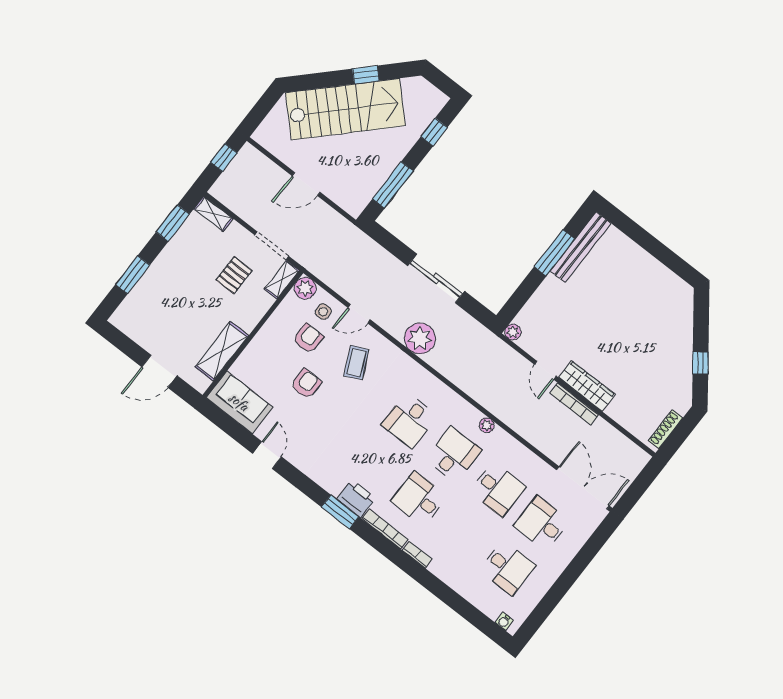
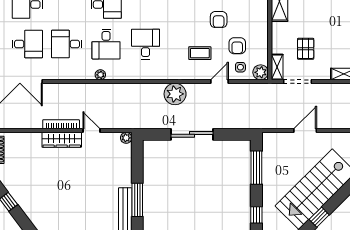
coffee table: (356, 363) -> (200, 53), turned -65

